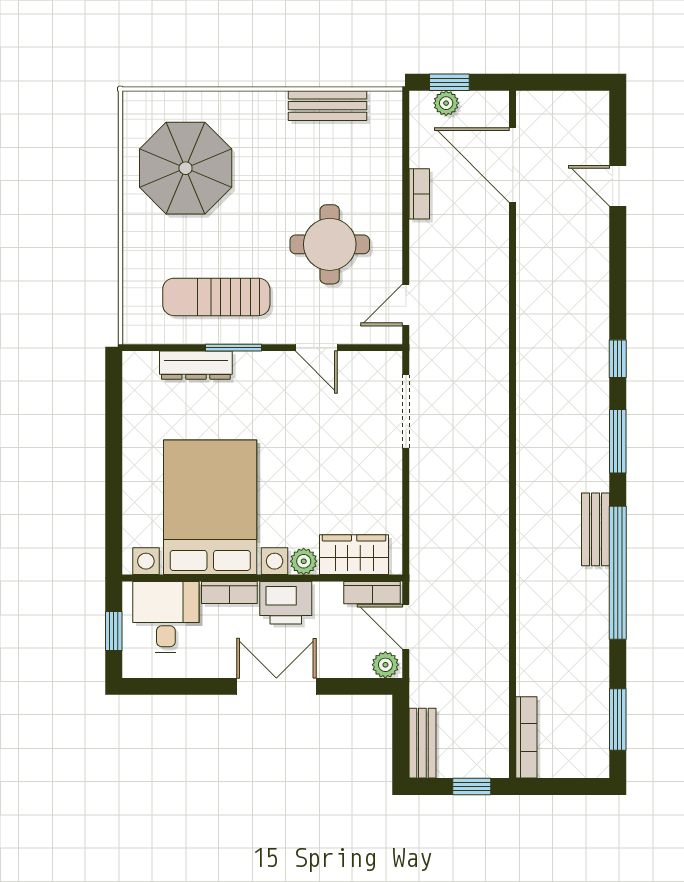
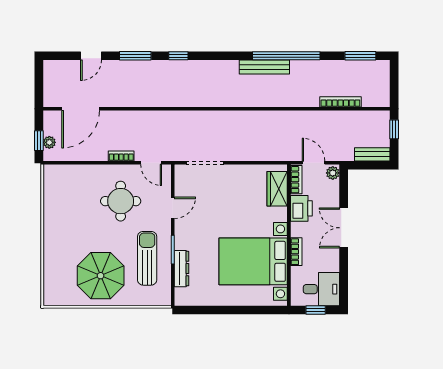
bench: (327, 106) -> (51, 202), removed
parasol: (186, 168) -> (101, 276), moved
bookcase: (419, 194) -> (121, 156), moved
sun lounger: (216, 297) -> (147, 258), turned 180
window: (618, 441) -> (135, 56), moved
bench: (595, 529) -> (264, 67), width x1.36
plant: (304, 561) -> (281, 214), removed
printer: (286, 603) -> (301, 208), moved
desk: (166, 617) -> (321, 289), moved, turned 180
door: (406, 627) -> (313, 163), swing flipped
bookcase: (526, 737) -> (340, 102), moved

